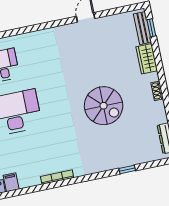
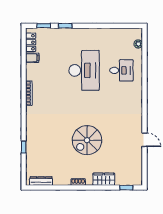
bench: (142, 28) -> (128, 181), removed
spiral stairs: (104, 106) -> (87, 140), moved

